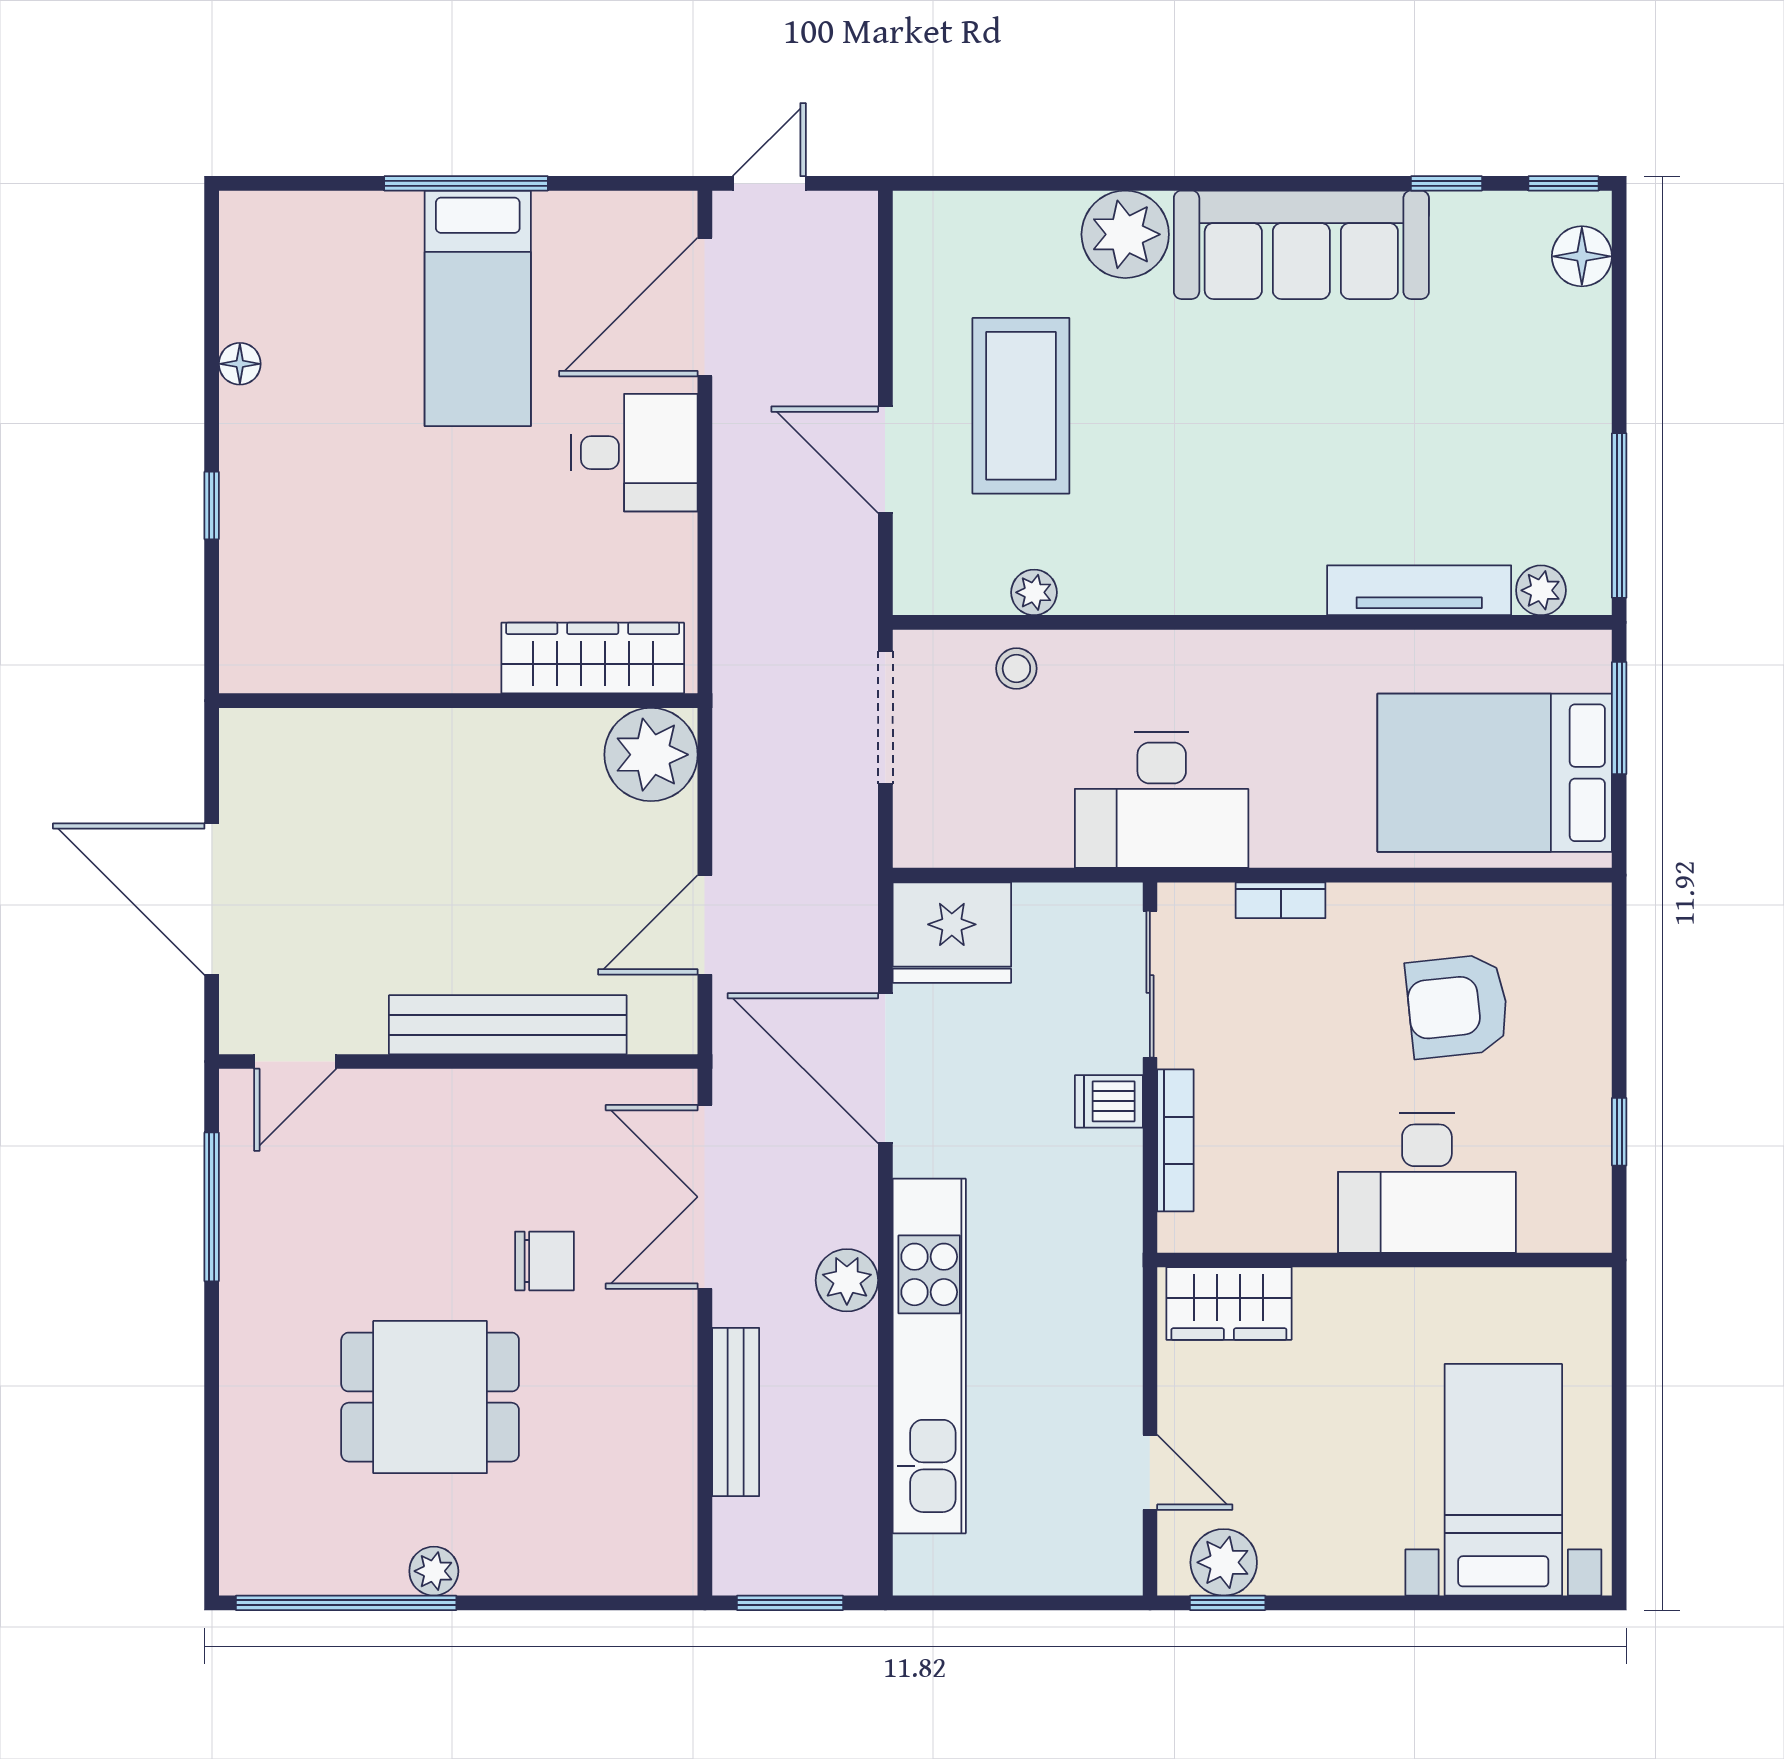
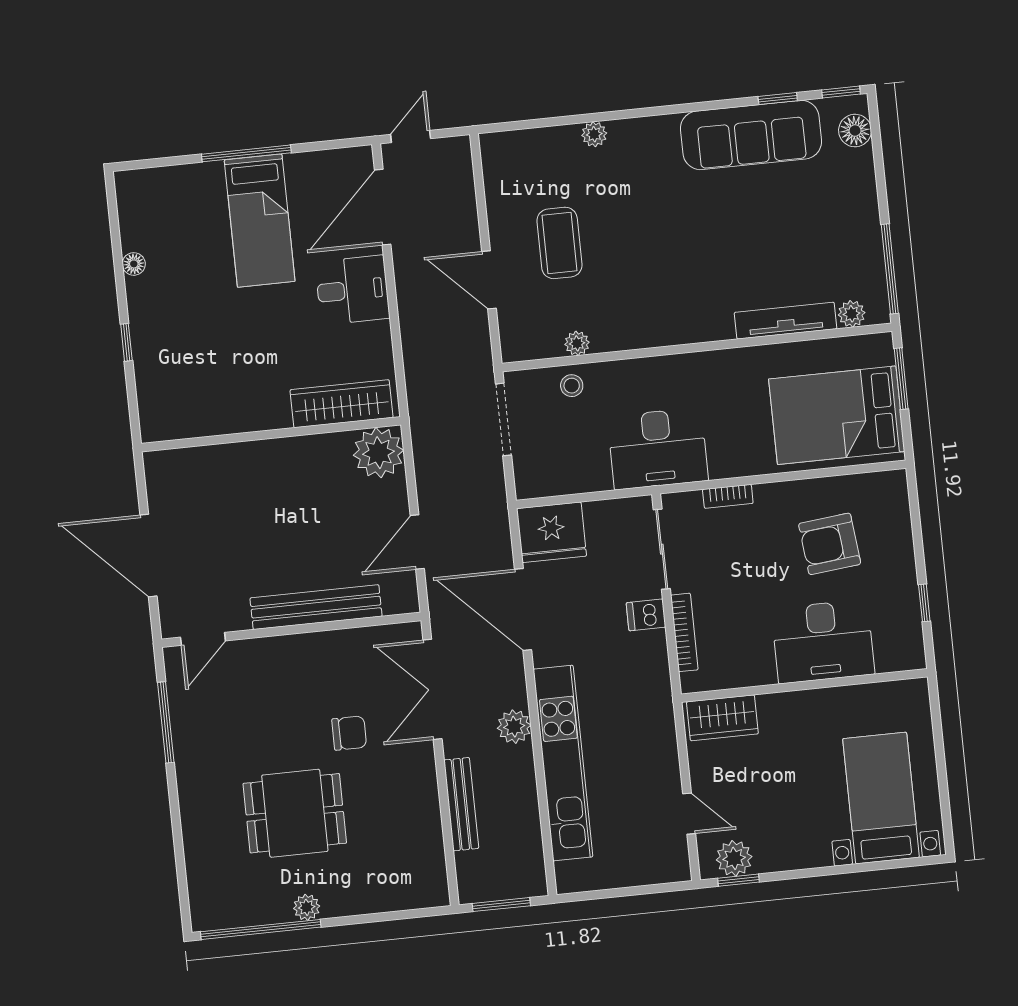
plant: (1125, 234) -> (594, 134), width x0.53, depth x0.53
sofa: (1301, 245) -> (751, 135), moved
coffee table: (1021, 406) -> (559, 243), width x0.73, depth x0.76

